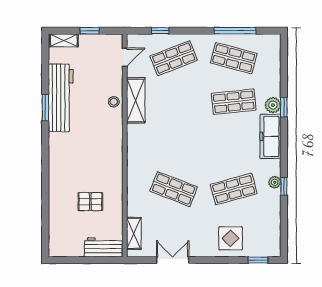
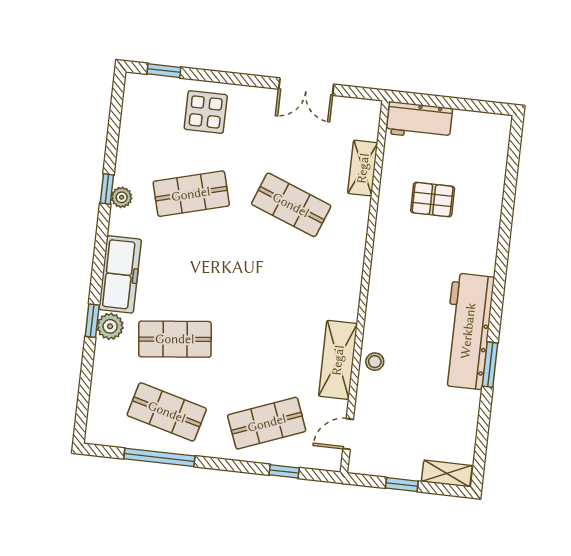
workbench: (61, 98) -> (468, 331), moved
shelving: (134, 233) -> (363, 168), moved

